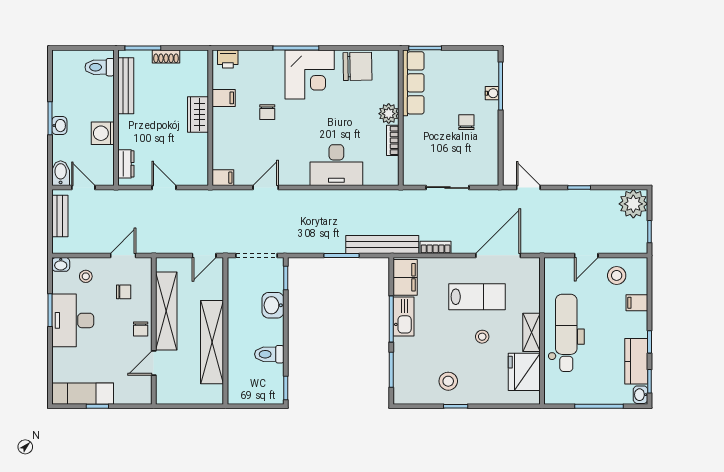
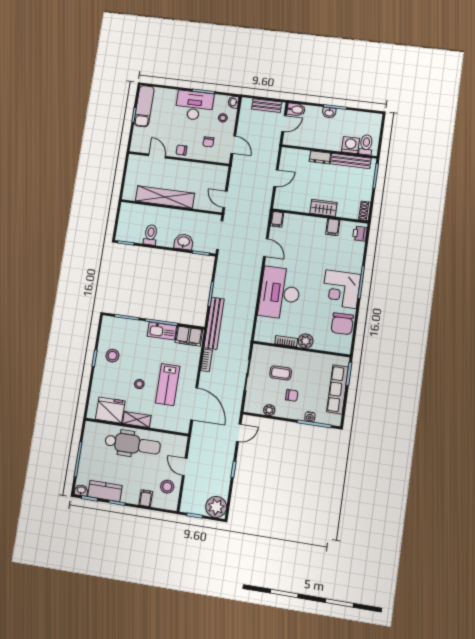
shoe rack: (166, 57) -> (365, 211), moved
row of seats: (413, 83) -> (338, 389), moved, turned 90
chair: (267, 112) -> (319, 256), removed
washing machine: (103, 133) -> (351, 145), moved
coffee table: (438, 142) -> (281, 373), added
plant: (491, 150) -> (269, 410), added
dresser: (126, 164) -> (320, 157), moved
desk: (336, 165) -> (280, 293), width x1.36, depth x1.30
shelving: (166, 311) -> (191, 169), removed

